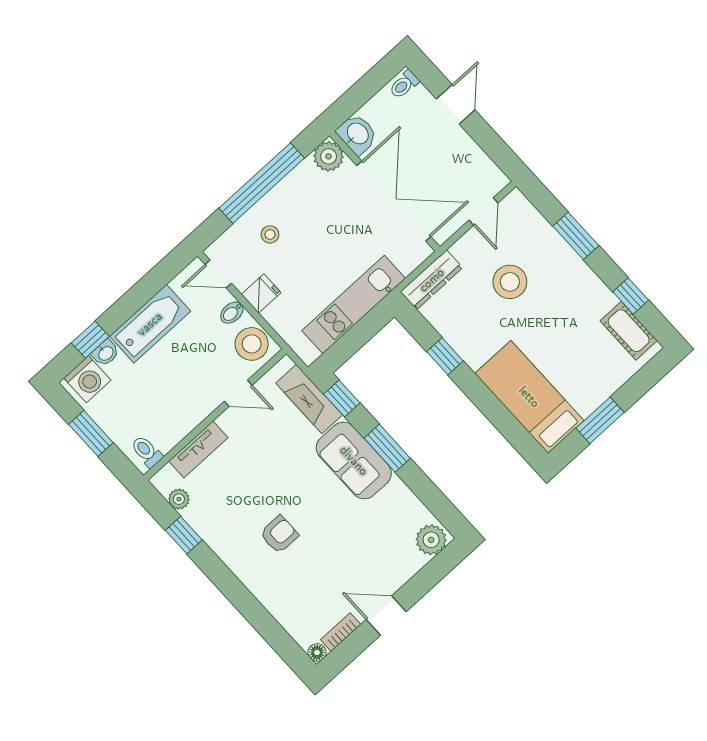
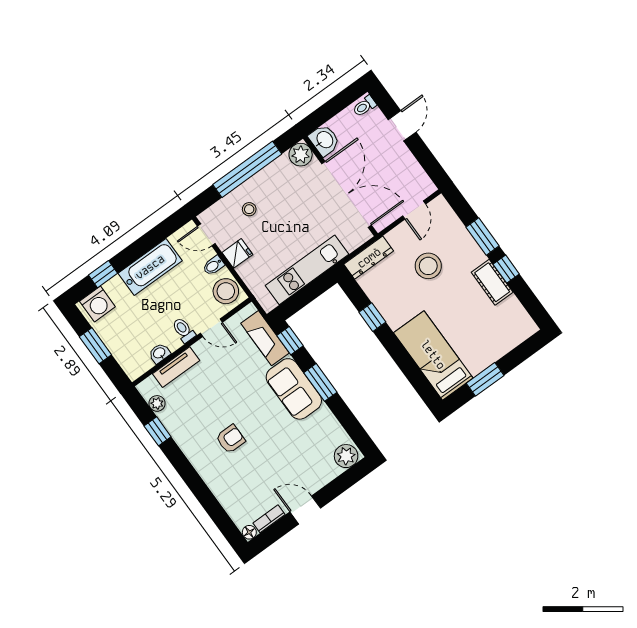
window: (631, 296) -> (506, 269), moved
cot: (629, 331) -> (492, 282), moved
washbasin: (106, 353) -> (159, 353), moved, turned 180
toilet: (147, 451) -> (184, 330), moved

